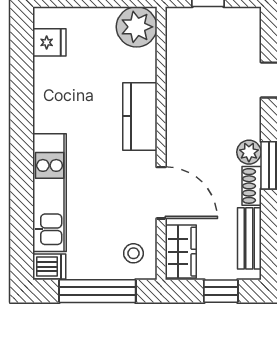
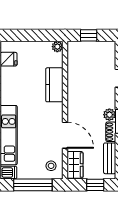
plant: (137, 27) -> (57, 47), width x0.53, depth x0.53
kitchen counter: (140, 116) -> (54, 85), moved

